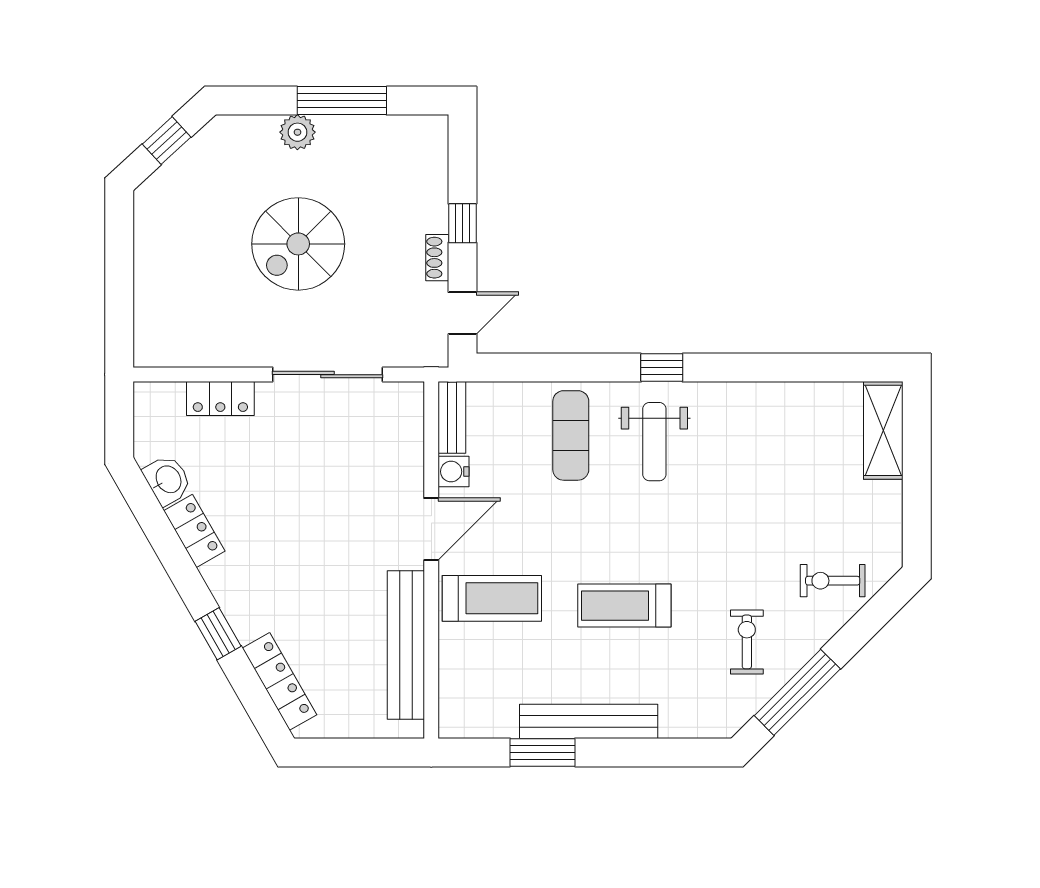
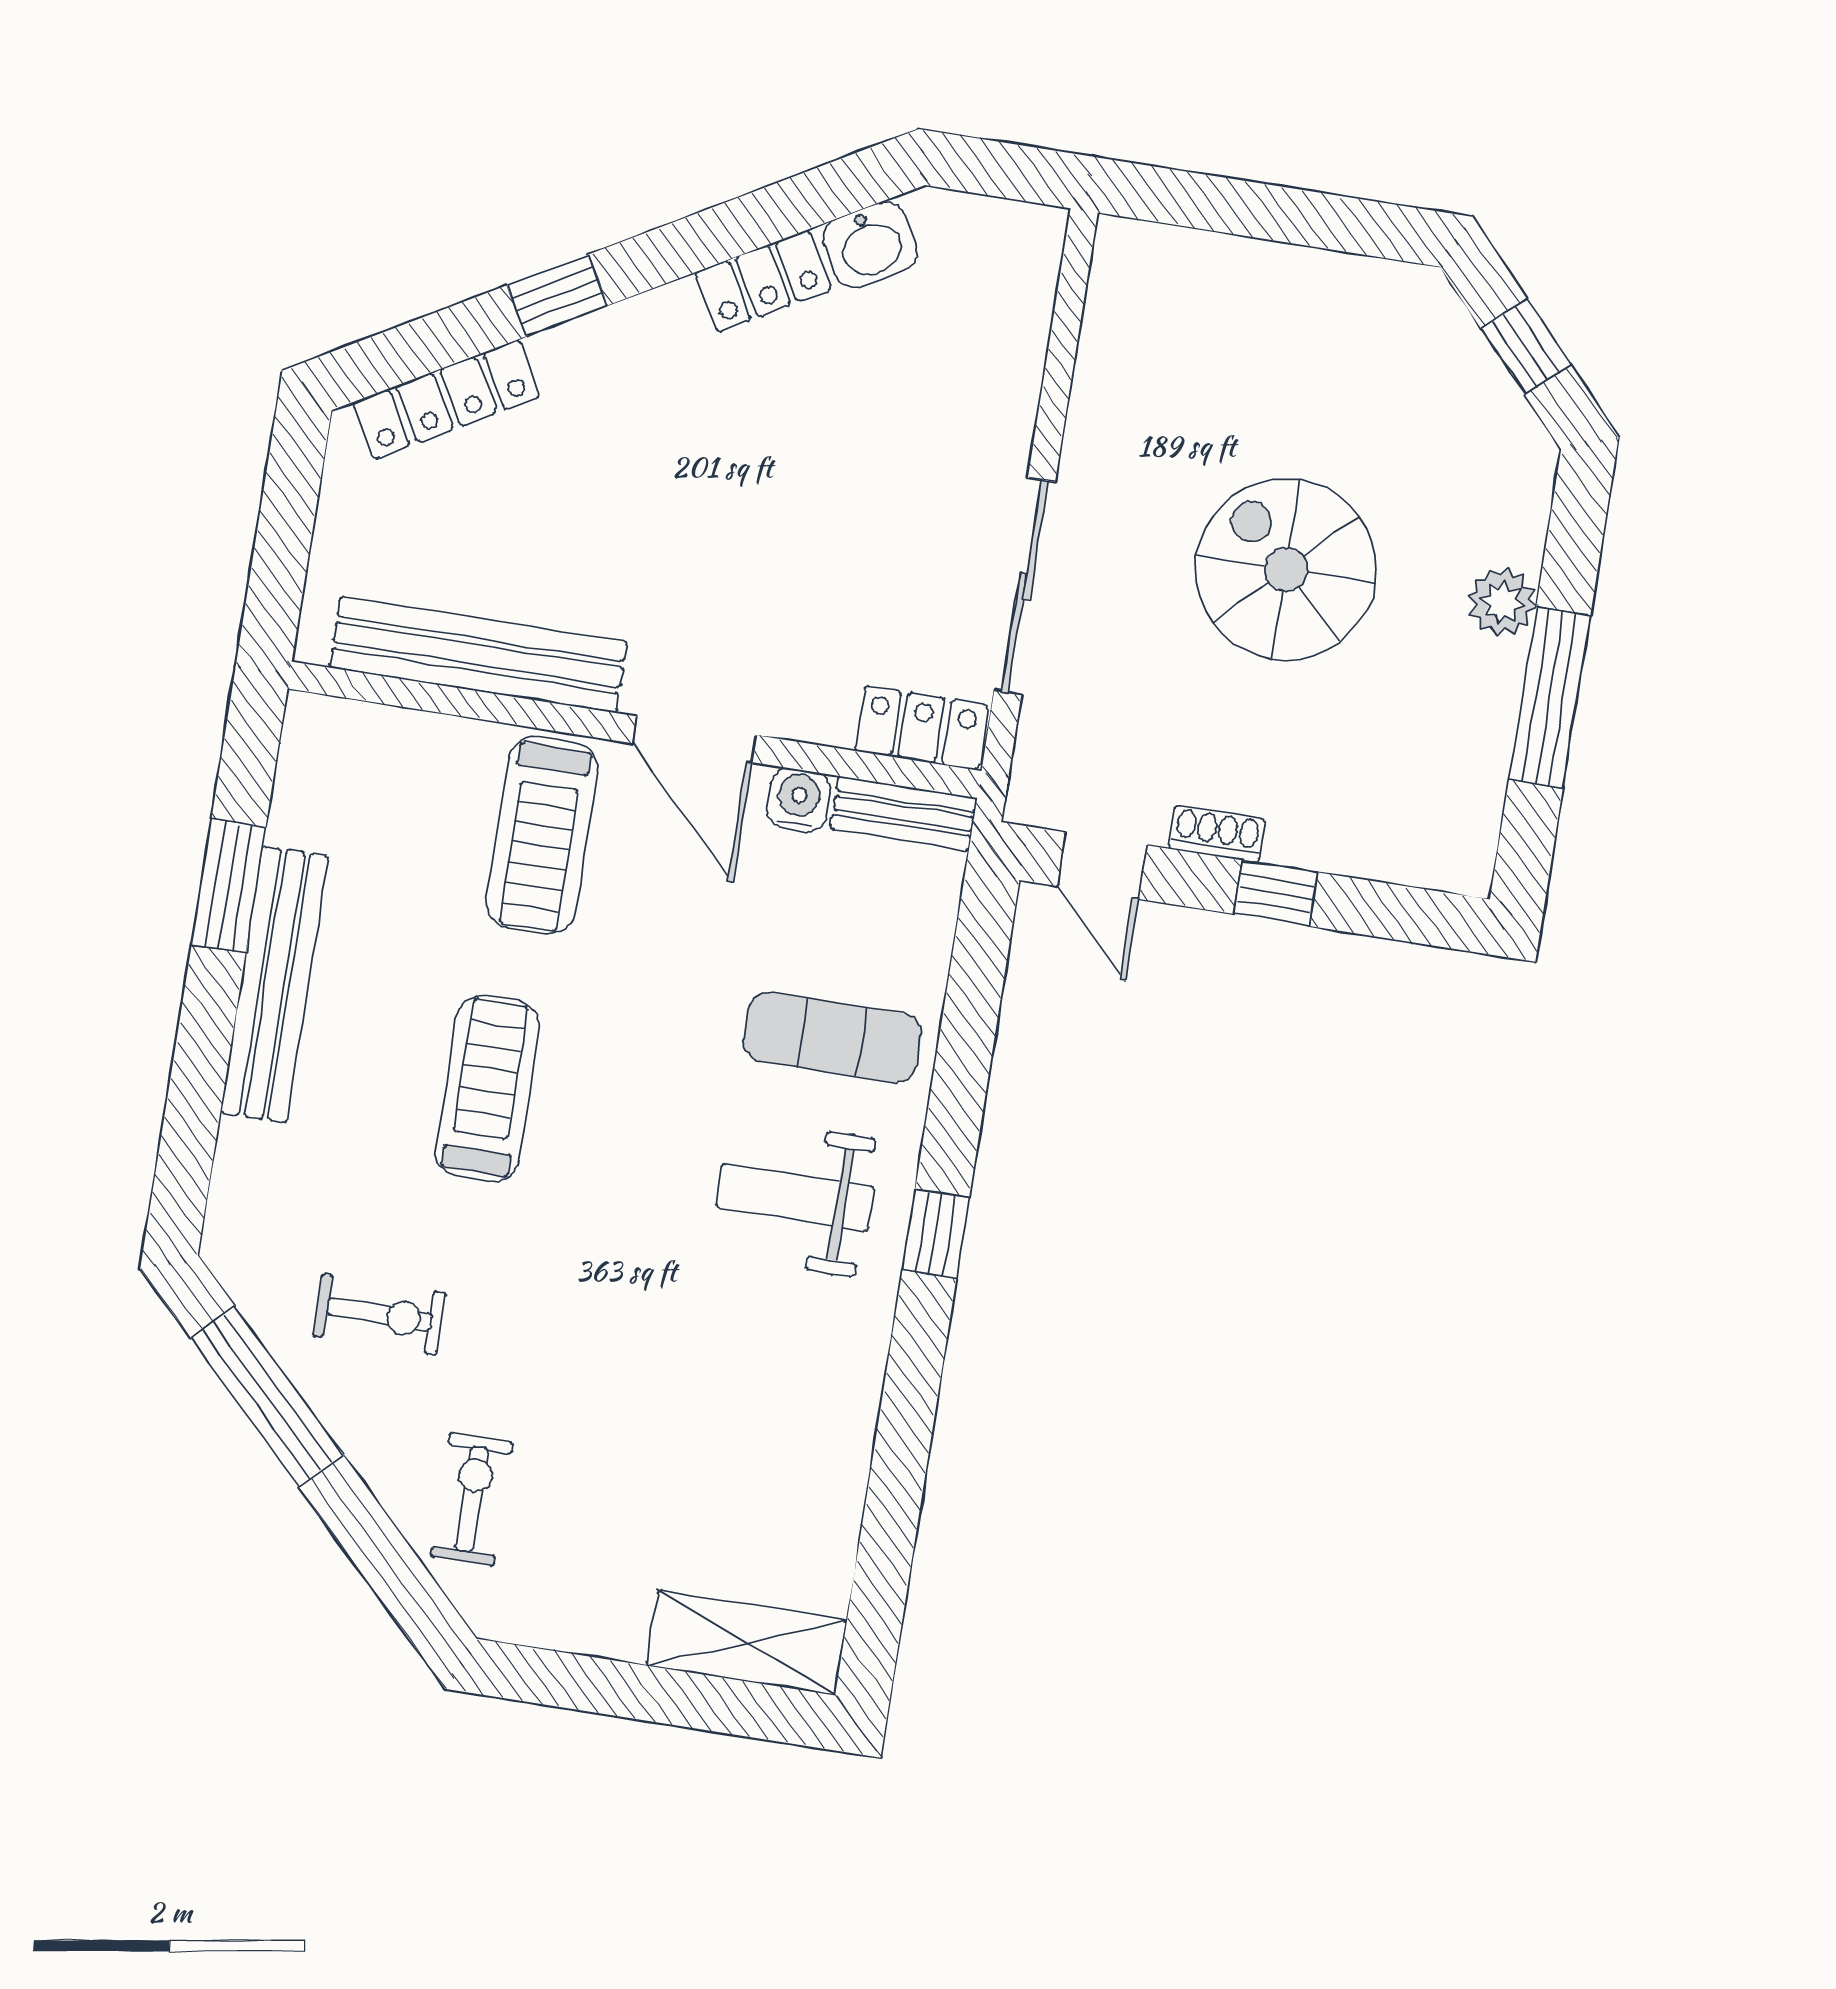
locker: (220, 399) -> (921, 728), moved, turned 90

